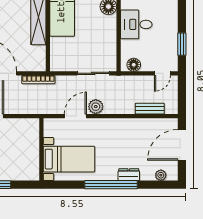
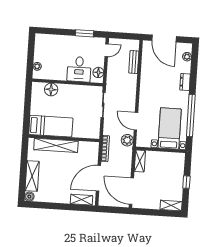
desk: (136, 24) -> (79, 69), moved
door: (162, 73) -> (107, 50), hinge flipped
plant: (96, 107) -> (127, 140), moved
shelving: (26, 124) -> (140, 161), added
window: (111, 185) -> (191, 115), moved

